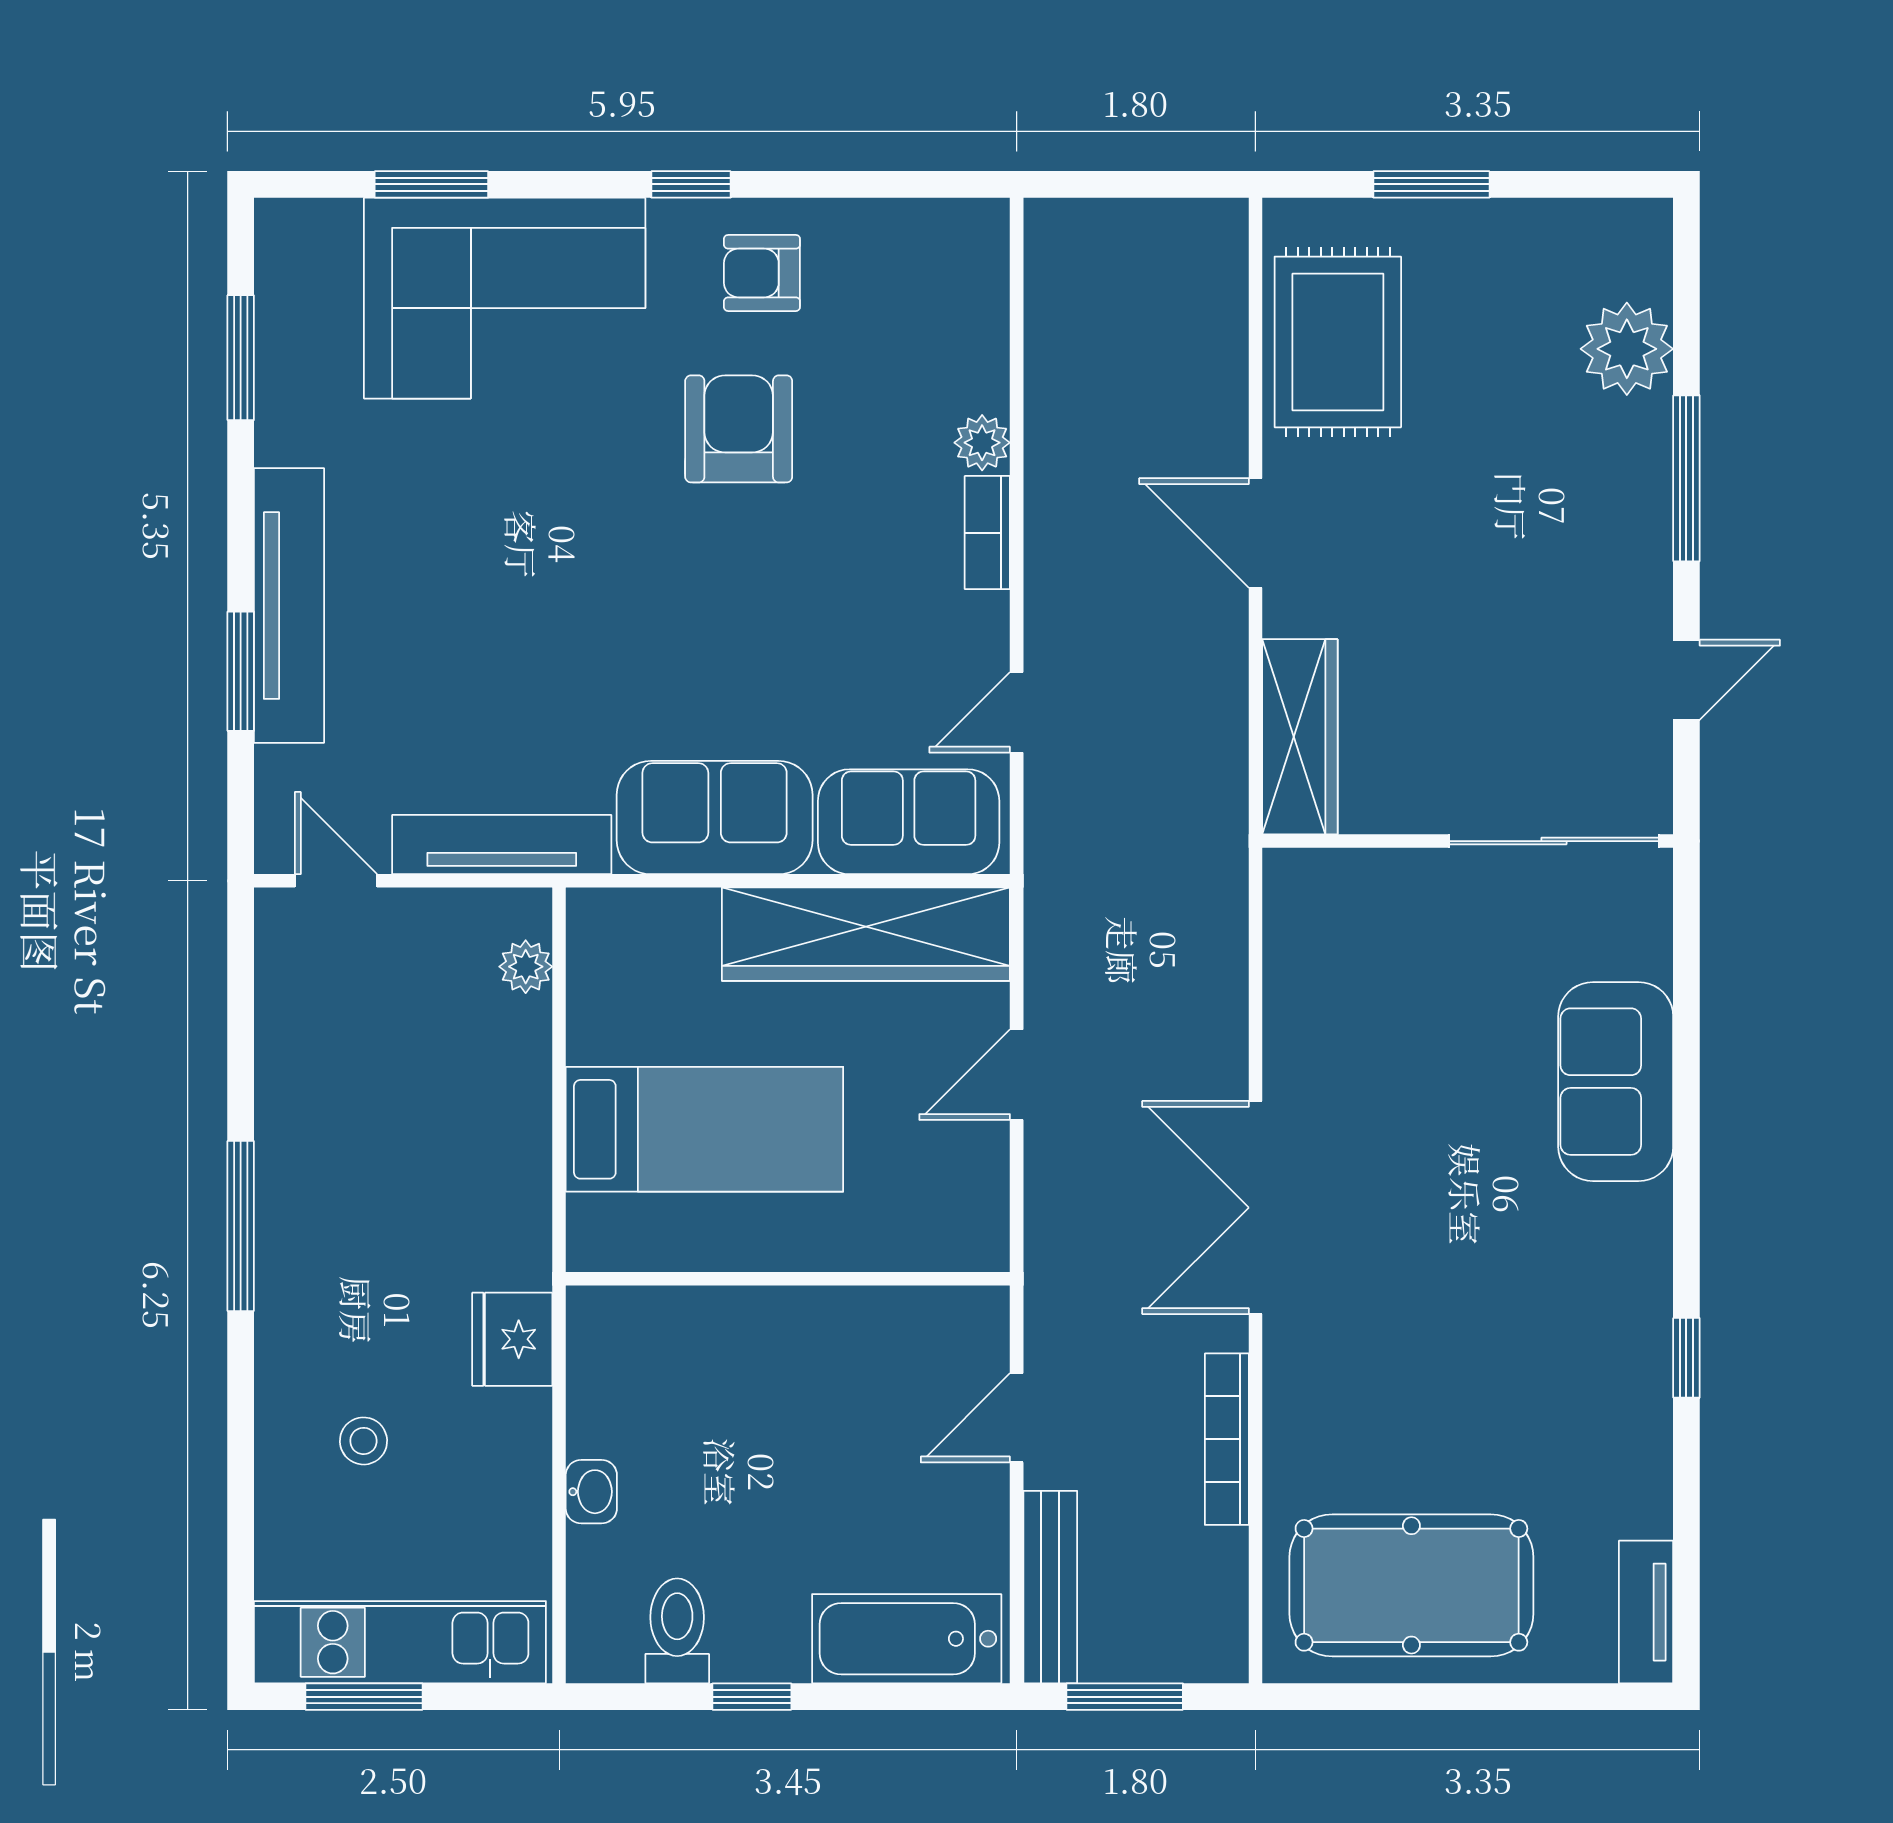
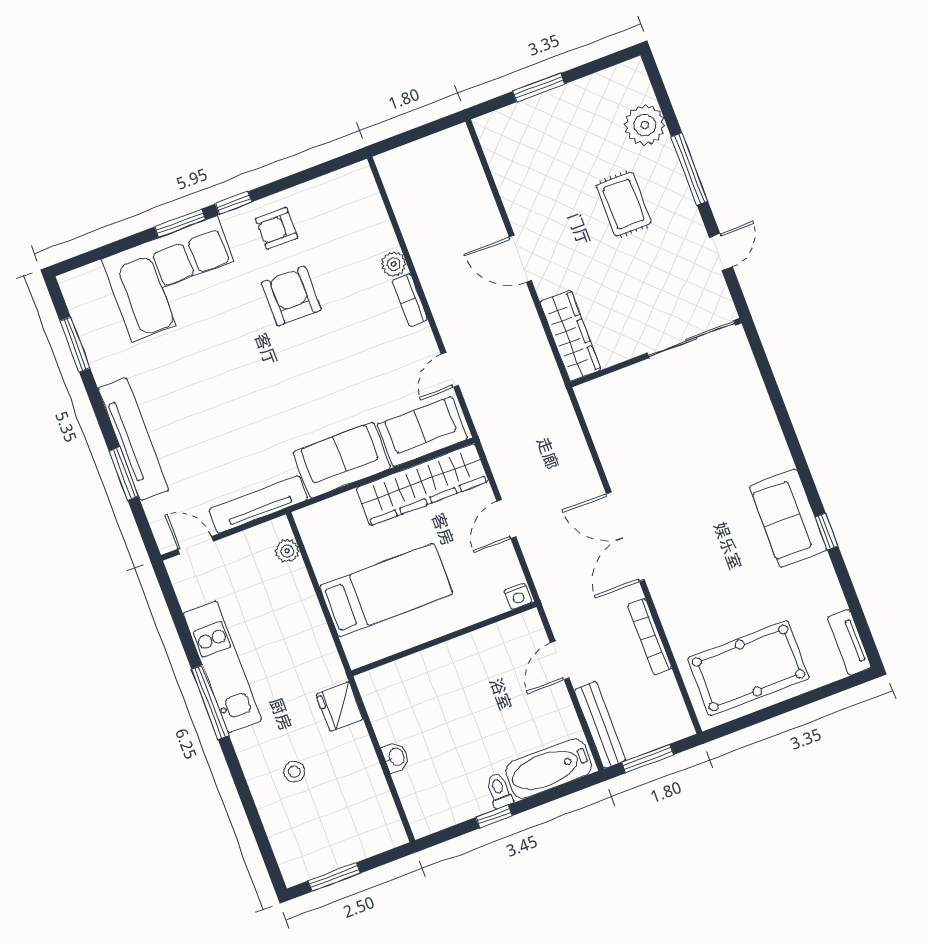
window: (431, 184) -> (180, 223), moved
rug: (1338, 342) -> (624, 204), moved, width x0.73, depth x0.70
sofa: (1616, 1082) -> (788, 518), moved
nightstand: (979, 1248) -> (518, 596), added
toilet: (677, 1631) -> (499, 791), moved, width x0.73, depth x0.72
kitchen unit: (400, 1642) -> (222, 667), moved, turned 90

